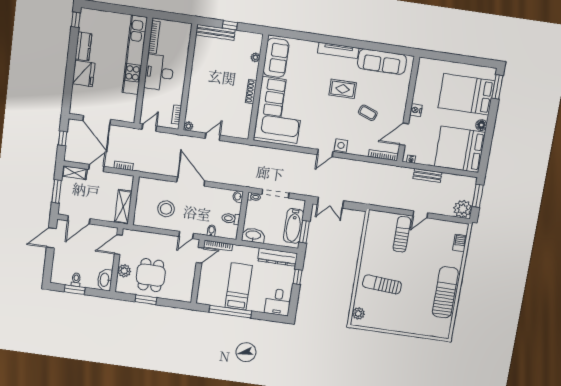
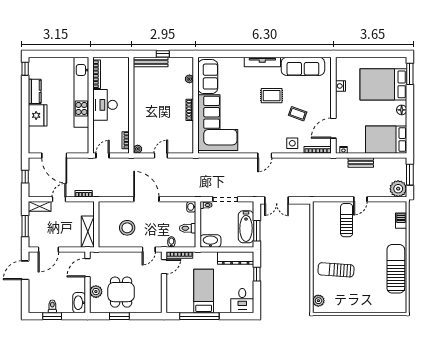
nightstand: (416, 110) -> (340, 86), moved
side table: (341, 145) -> (292, 143), moved
bed: (460, 149) -> (386, 140), width x0.73

